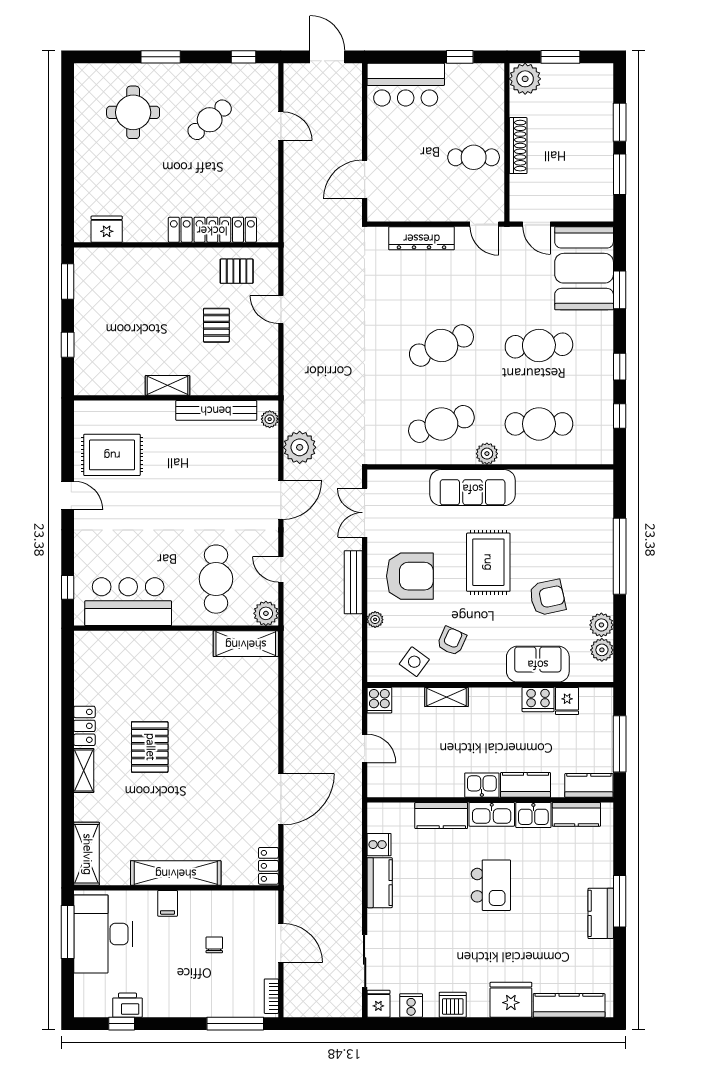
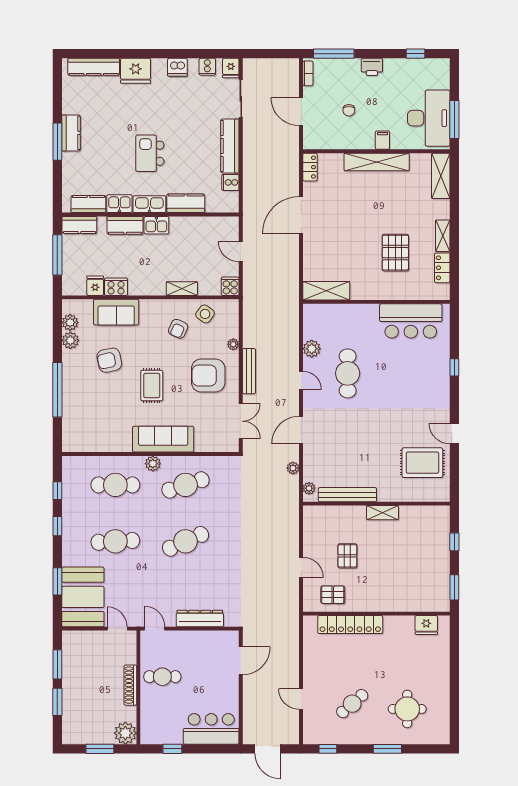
plant: (300, 447) -> (293, 468), width x0.53, depth x0.53
rug: (488, 562) -> (152, 386), width x0.73, depth x0.70
bar counter: (128, 602) -> (411, 321), moved
wall: (176, 628) -> (376, 302), moved
shelving: (246, 644) -> (326, 291), moved
kitchen counter: (380, 883) -> (230, 146), width x1.50
printer: (127, 1005) -> (372, 67), moved

